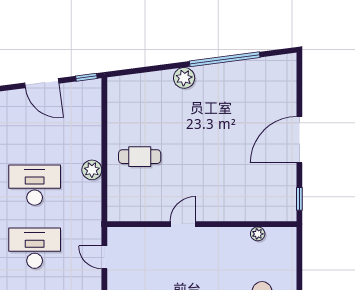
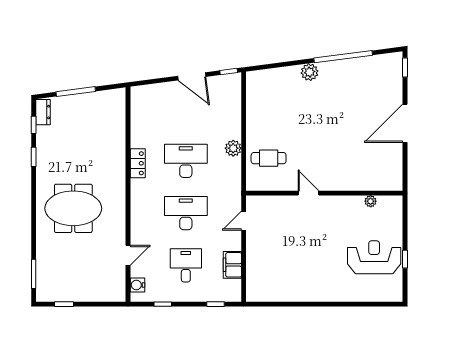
cafe table: (140, 157) -> (269, 158), moved
window: (299, 199) -> (405, 67), moved
door: (183, 224) -> (308, 193), hinge flipped
door: (104, 257) -> (244, 221), hinge flipped

